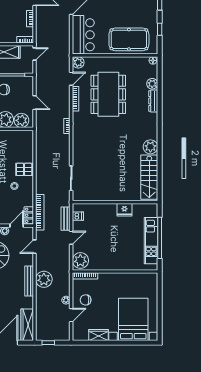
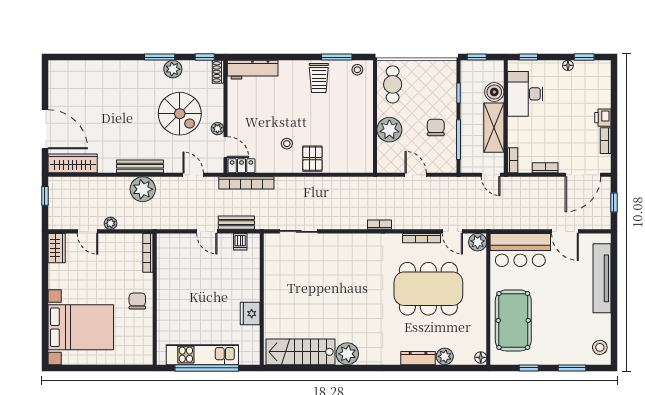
door: (35, 103) -> (416, 175), swing flipped
plant: (21, 120) -> (388, 154), removed
plant: (80, 261) -> (172, 246), removed
chair: (86, 300) -> (137, 301), moved
wardrobe: (98, 335) -> (57, 248), moved

